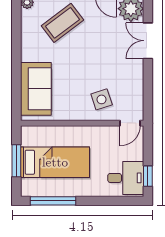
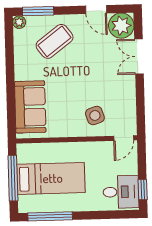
window: (16, 161) -> (13, 178), width x1.44

